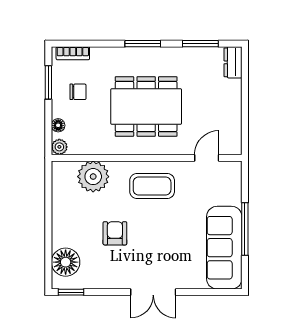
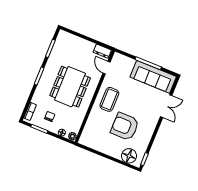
dresser: (233, 62) -> (102, 51), moved
plant: (93, 177) -> (93, 126), removed
armchair: (115, 233) -> (125, 126), width x1.88, depth x1.88
double door: (153, 292) -> (166, 106), moved

